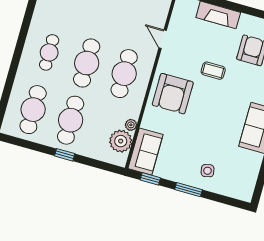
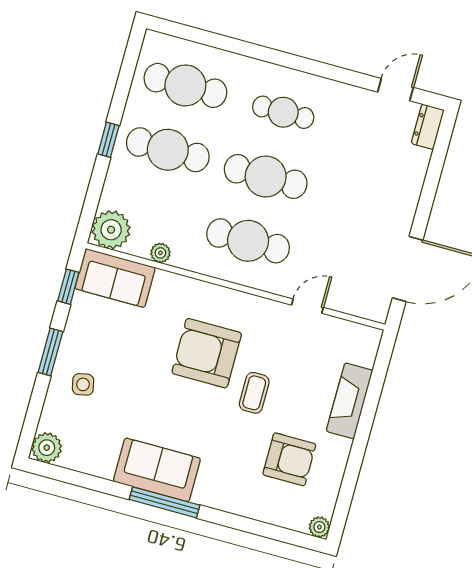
armchair: (173, 94) -> (207, 353), moved
plant: (121, 141) -> (111, 230), moved
plant: (244, 192) -> (47, 448), added

